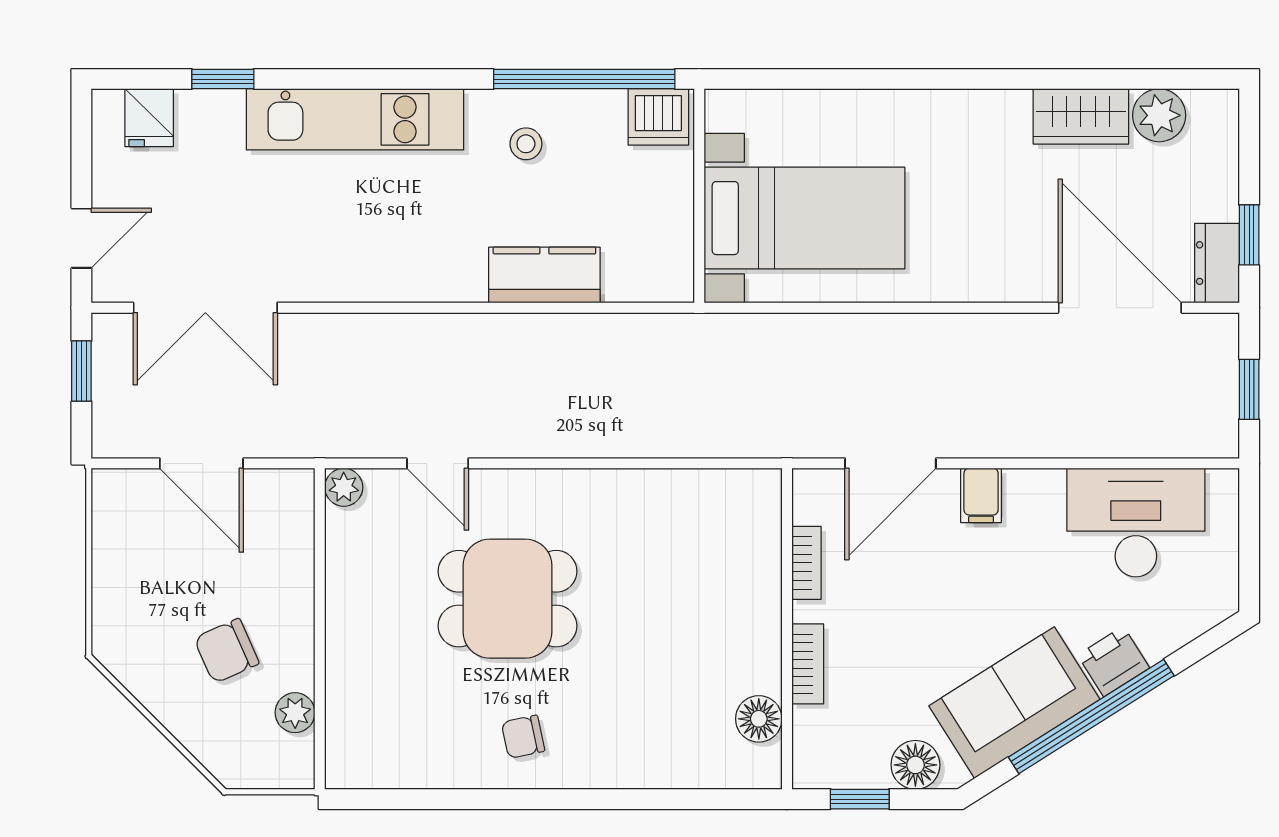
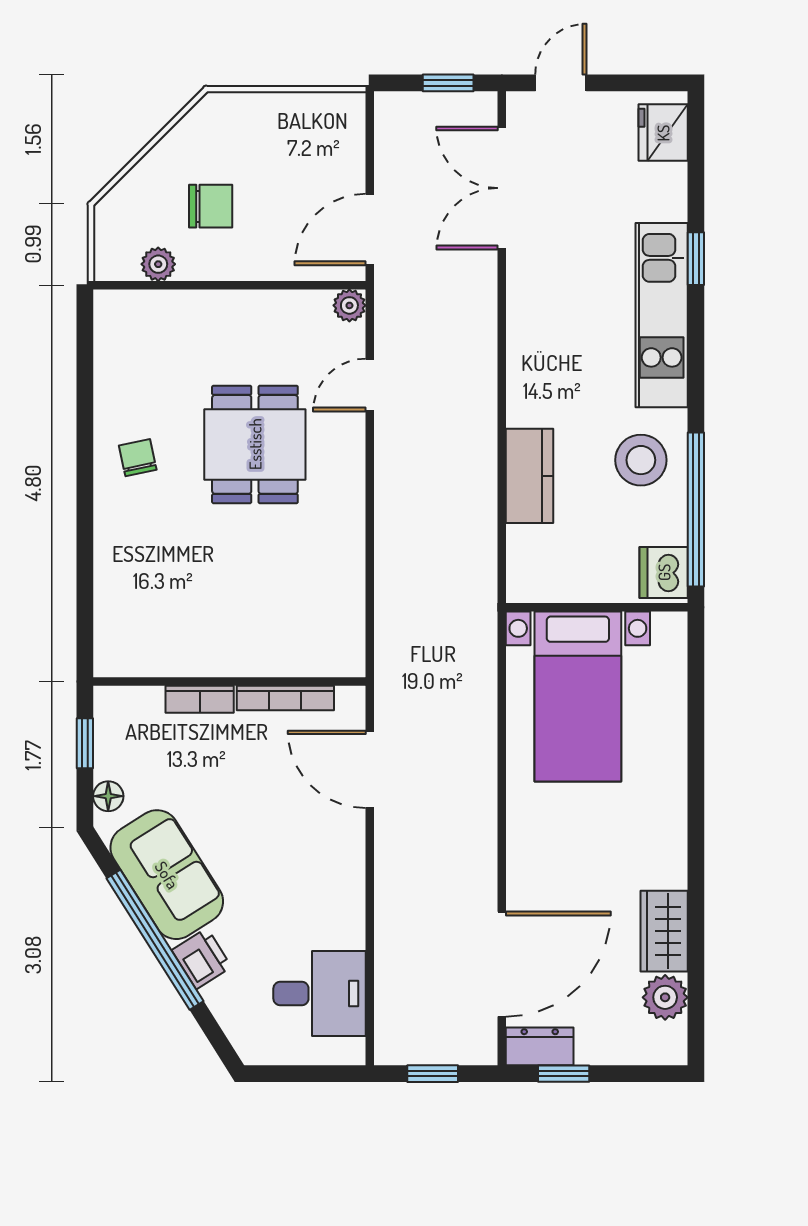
window: (223, 79) -> (696, 259), moved
fridge: (149, 118) -> (663, 133), width x1.38
stool: (526, 144) -> (641, 460), width x1.89, depth x1.89
door: (81, 238) -> (561, 83), swing flipped
door: (201, 463) -> (370, 230), moved
filing cabinet: (981, 495) -> (343, 846), removed
desk: (1136, 523) -> (320, 994), width x0.73
bookcase: (806, 563) -> (285, 698), width x1.56
chair: (227, 651) -> (211, 206), turned 114
floor lamp: (759, 719) -> (153, 658), removed
floor lamp: (915, 765) -> (108, 796), width x0.73, depth x0.73

